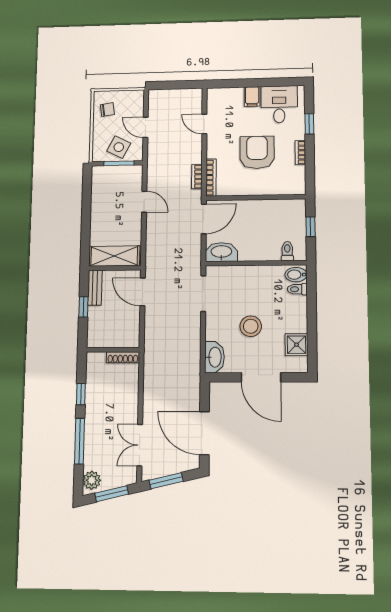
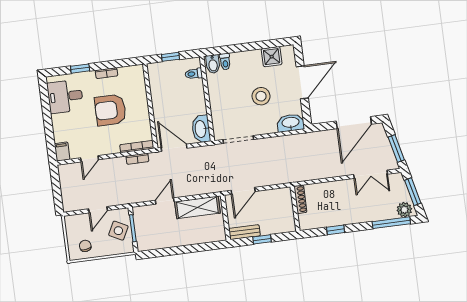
filing cabinet: (252, 96) -> (62, 152), moved, turned -90
shelving: (114, 256) -> (197, 207), moved, turned 90
window: (80, 441) -> (391, 223), moved

